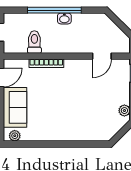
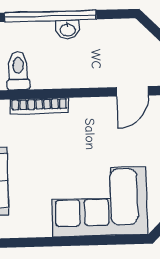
corner sofa: (80, 121) -> (99, 202), added

